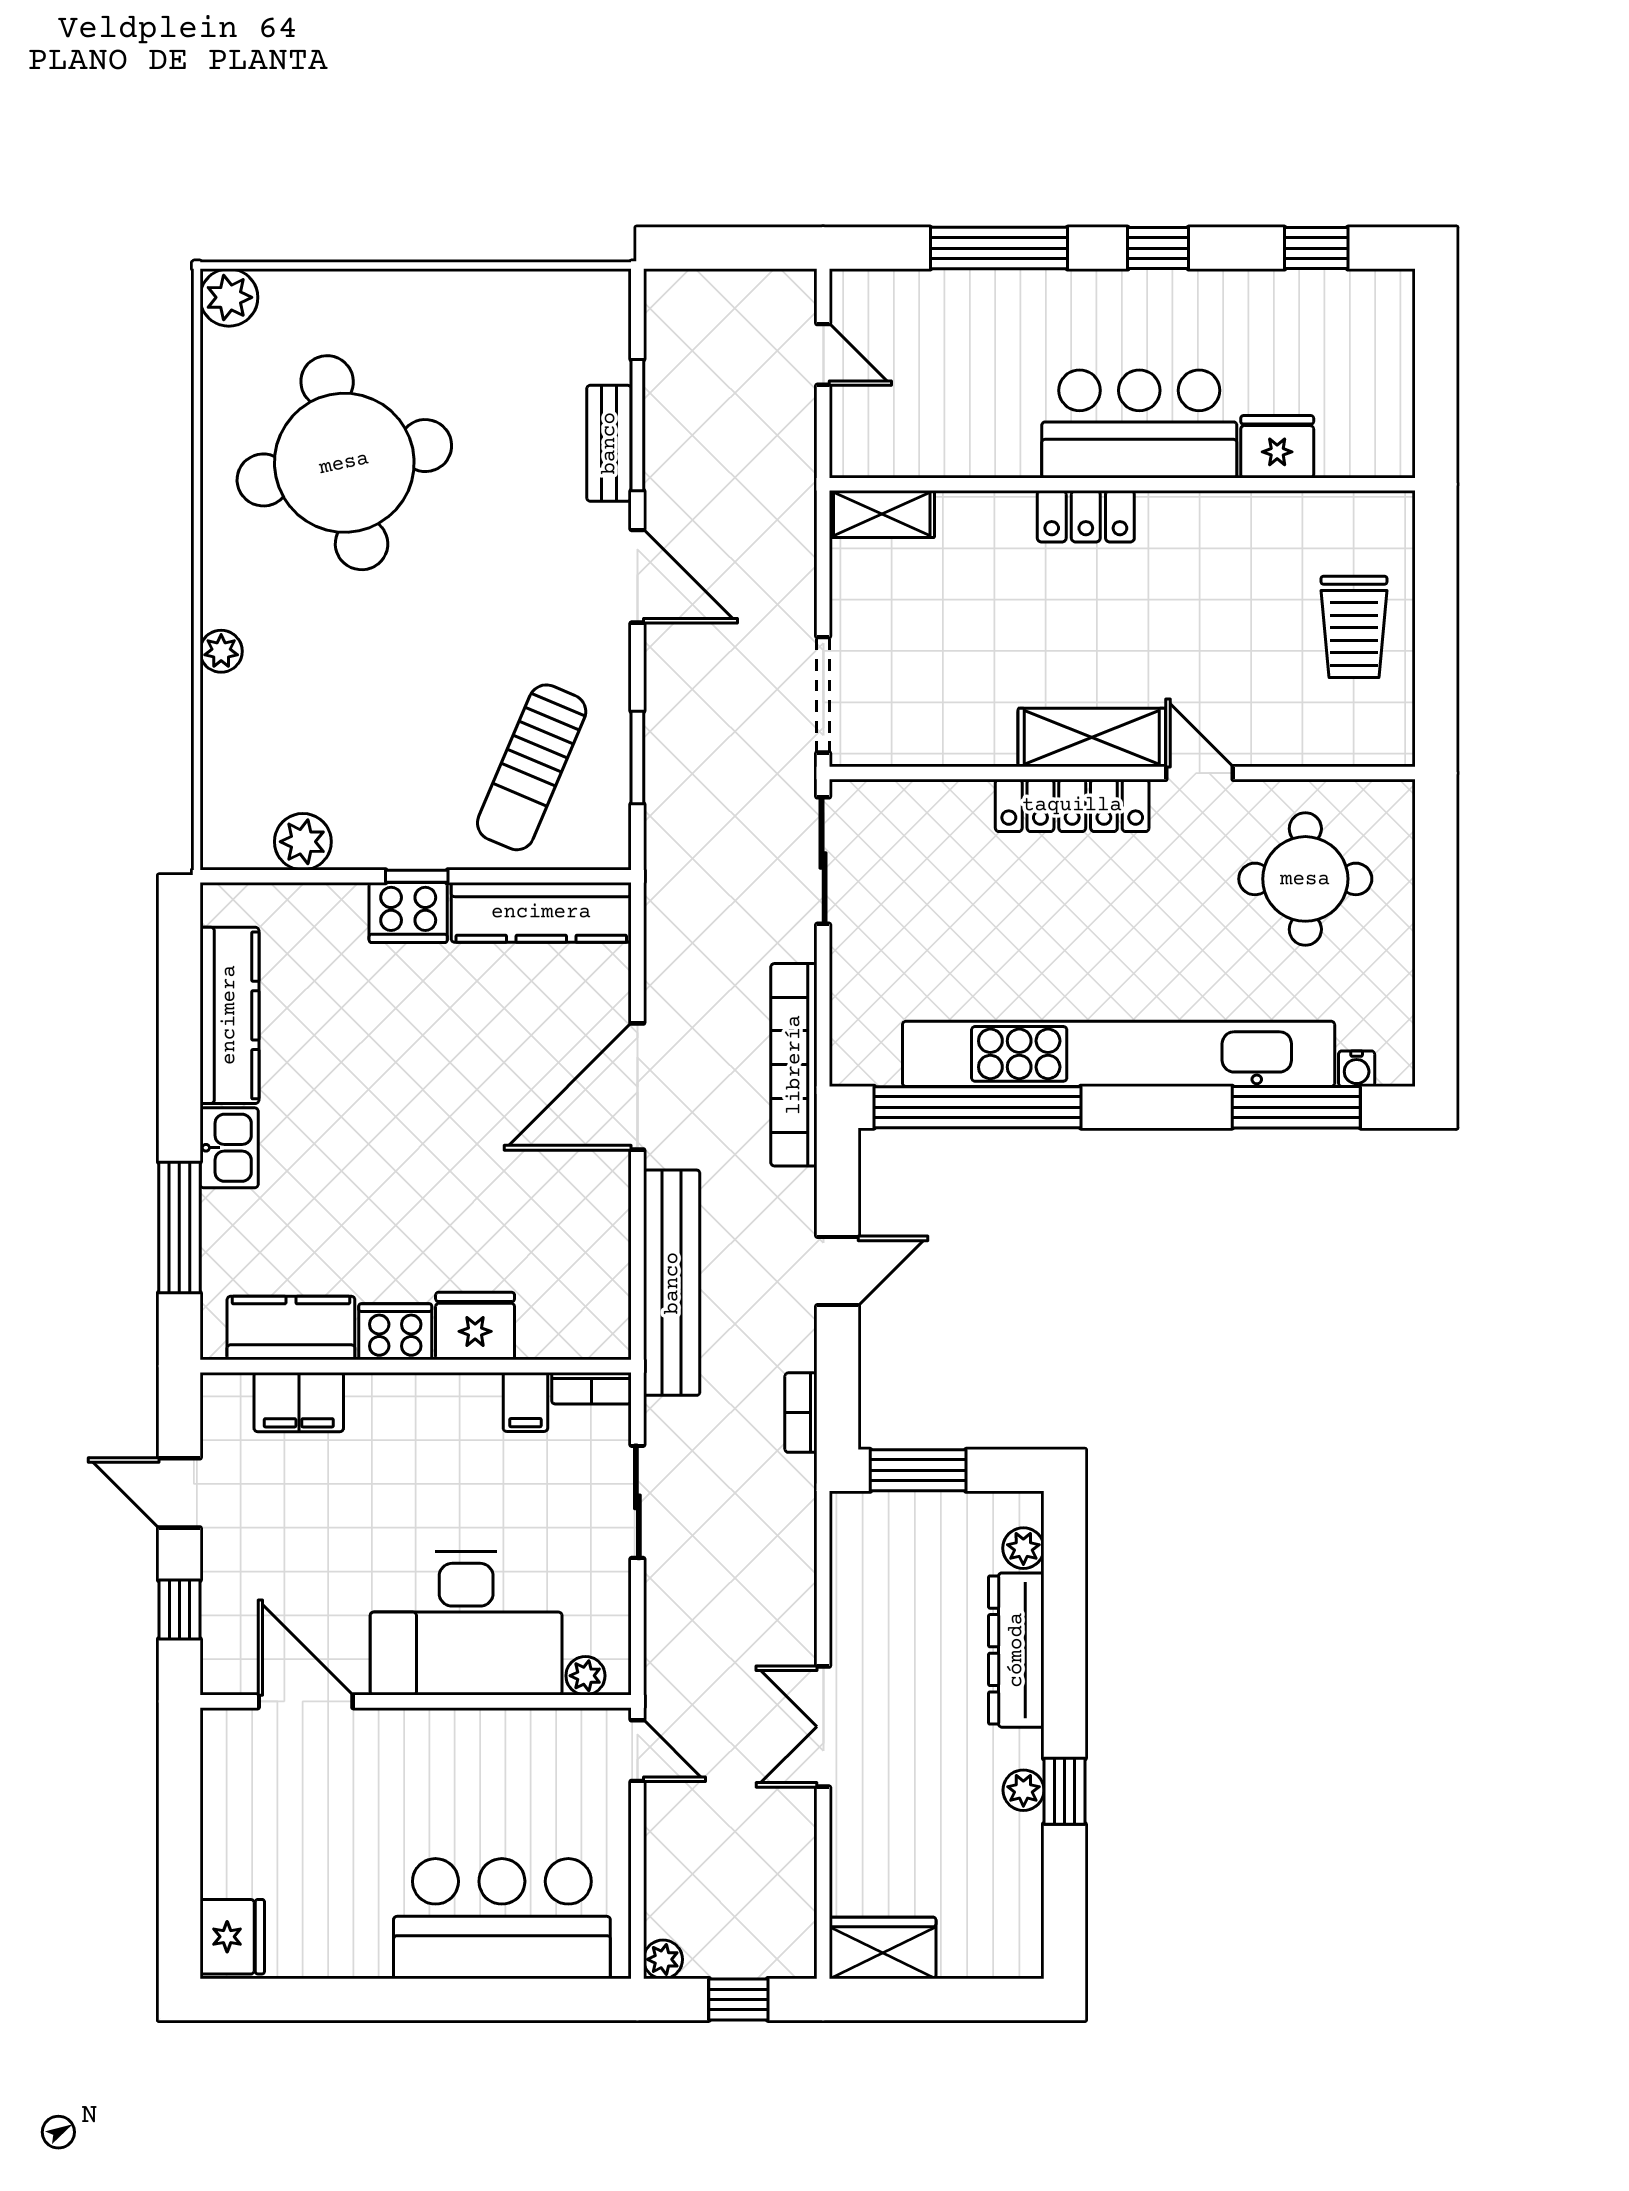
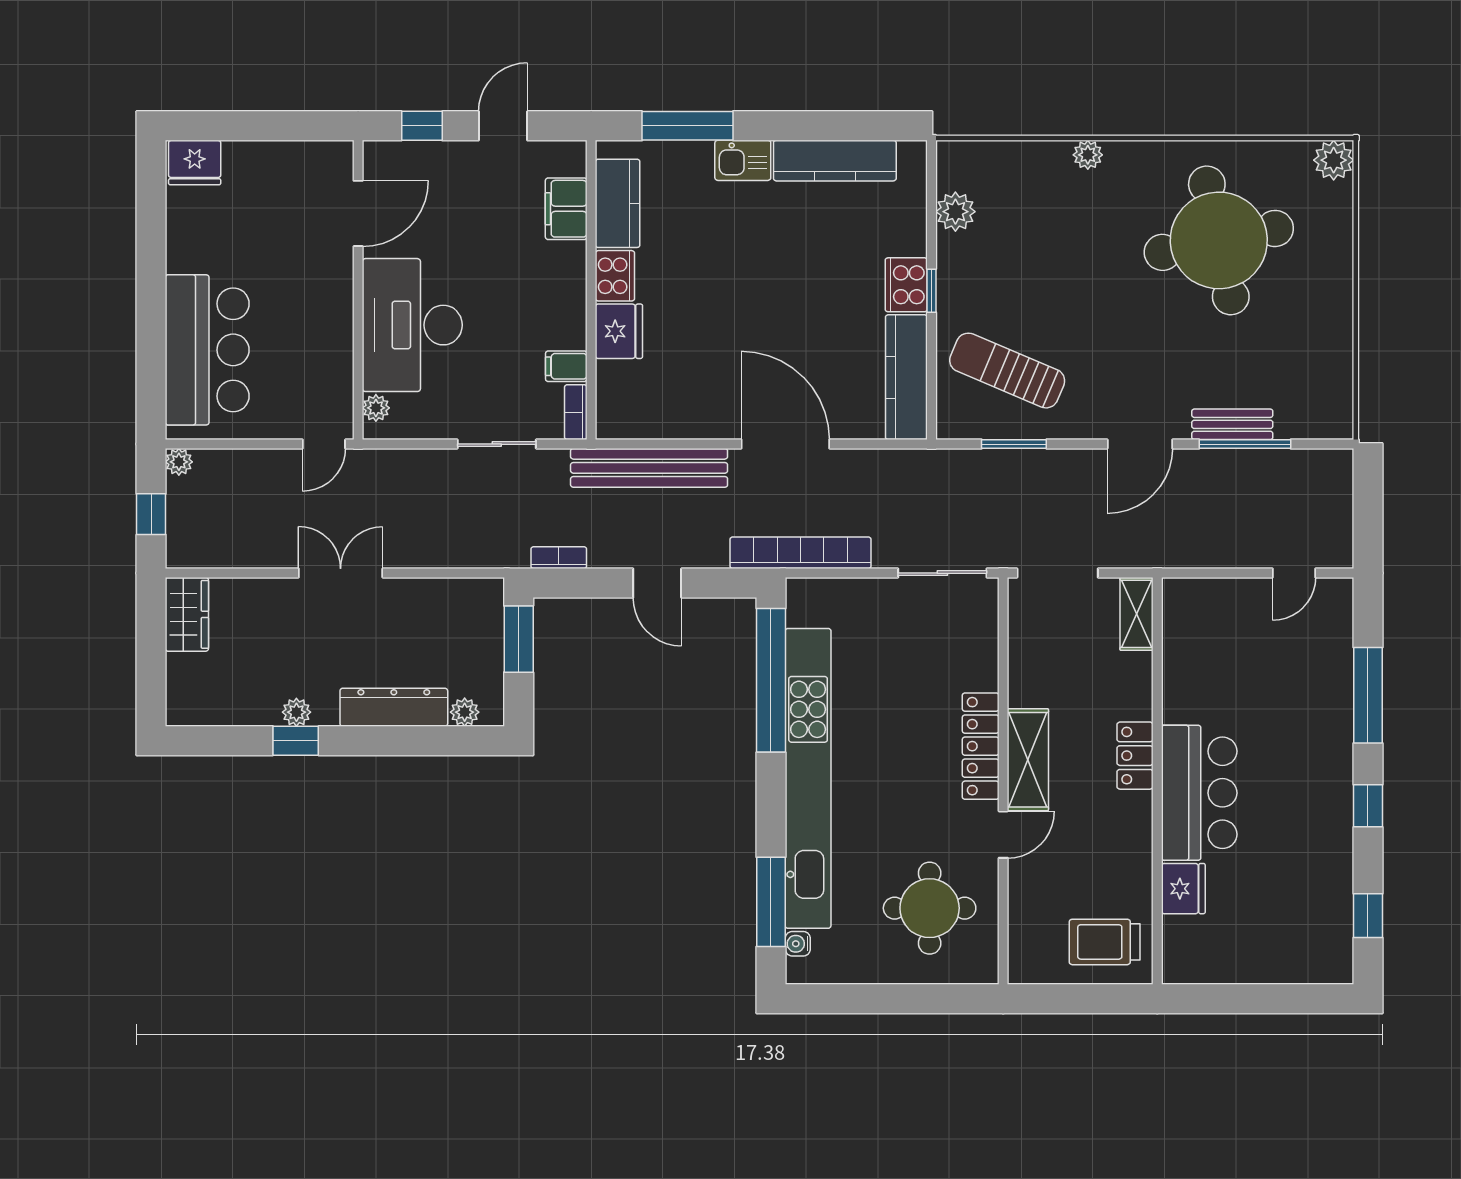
bar counter: (1139, 424) -> (1199, 793), moved
fridge: (1277, 447) -> (1183, 889), moved
wall: (1122, 484) -> (1157, 781), moved
shelving: (882, 514) -> (1137, 614), moved
locker: (1086, 516) -> (1135, 756), moved

